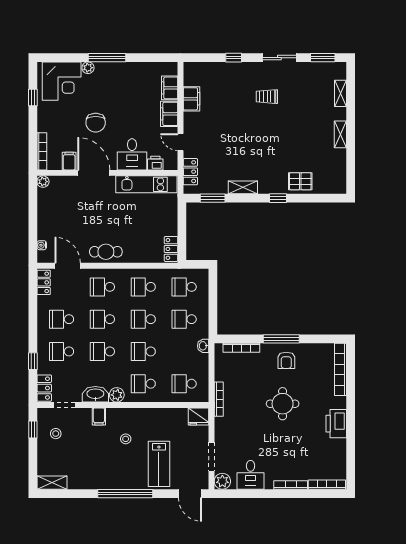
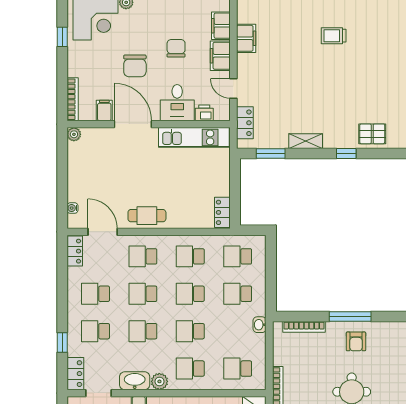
chair: (131, 107) -> (176, 48), added

